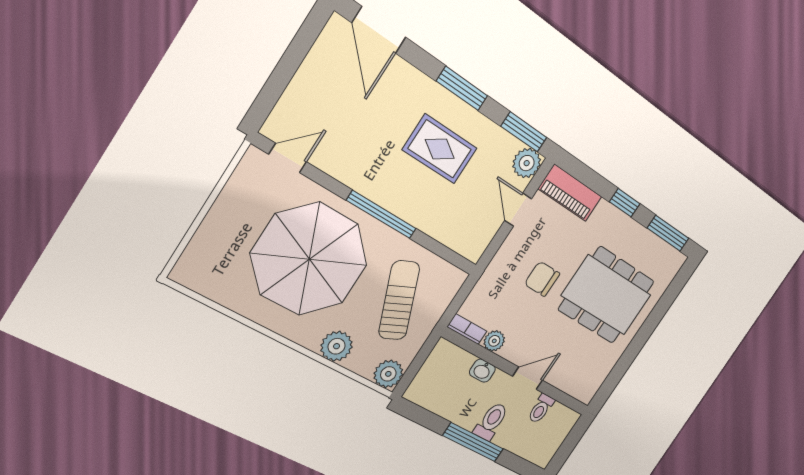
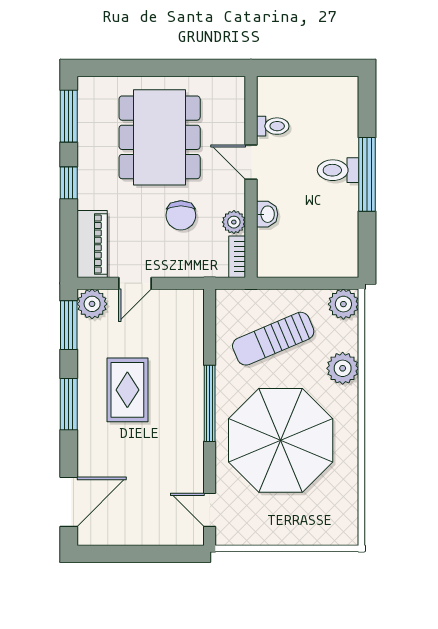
bookcase: (467, 329) -> (237, 257), moved
plant: (494, 341) -> (234, 222), moved
washbasin: (482, 371) -> (267, 214), moved
wall: (517, 373) -> (251, 177), moved
door: (528, 378) -> (251, 162), moved
toilet: (541, 409) -> (273, 126), moved

